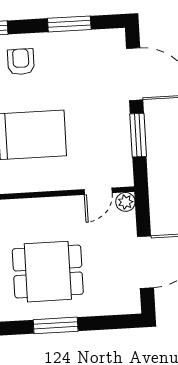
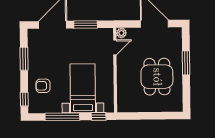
door: (98, 191) -> (115, 47), hinge flipped
window: (56, 325) -> (186, 63), moved

